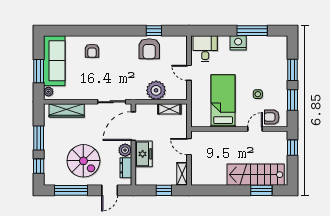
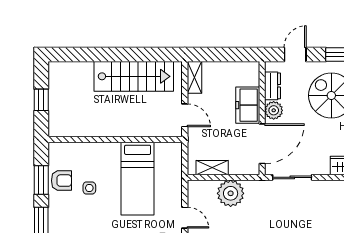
armchair: (272, 117) -> (61, 181), moved
door: (255, 129) -> (93, 140), removed
window: (292, 148) -> (41, 100), moved
stairs: (256, 175) -> (134, 76), moved
window: (164, 190) -> (220, 54), removed
window: (261, 190) -> (84, 54), removed

